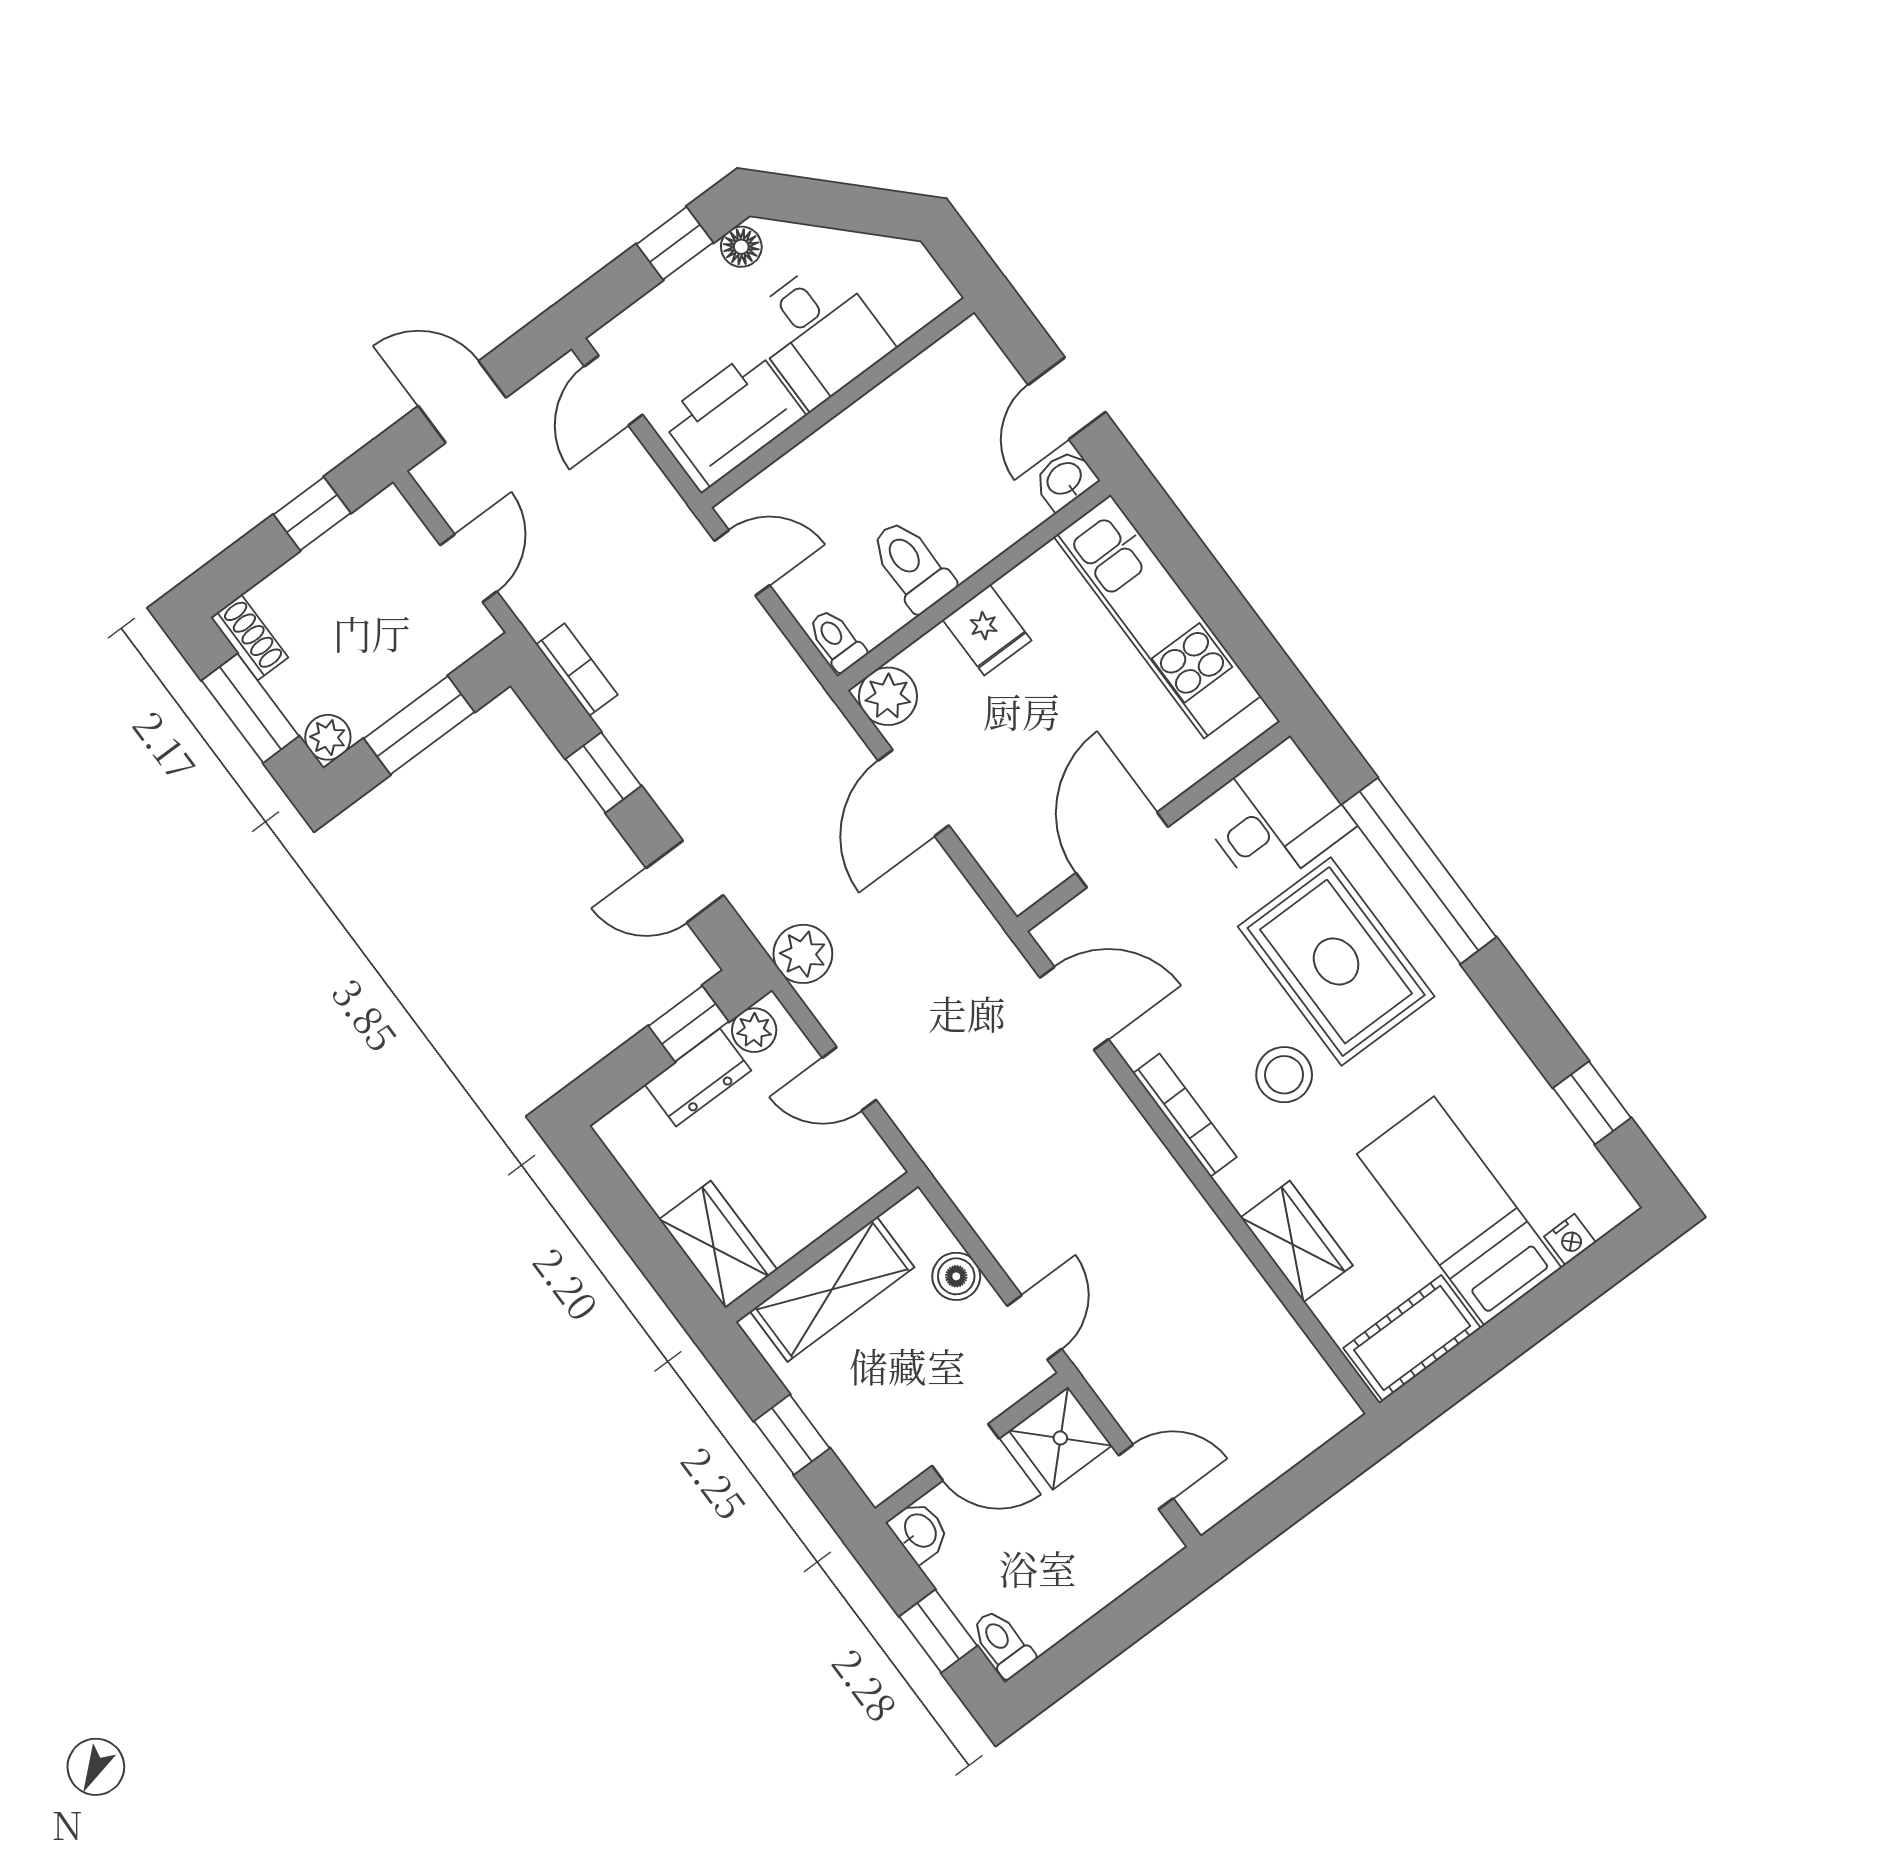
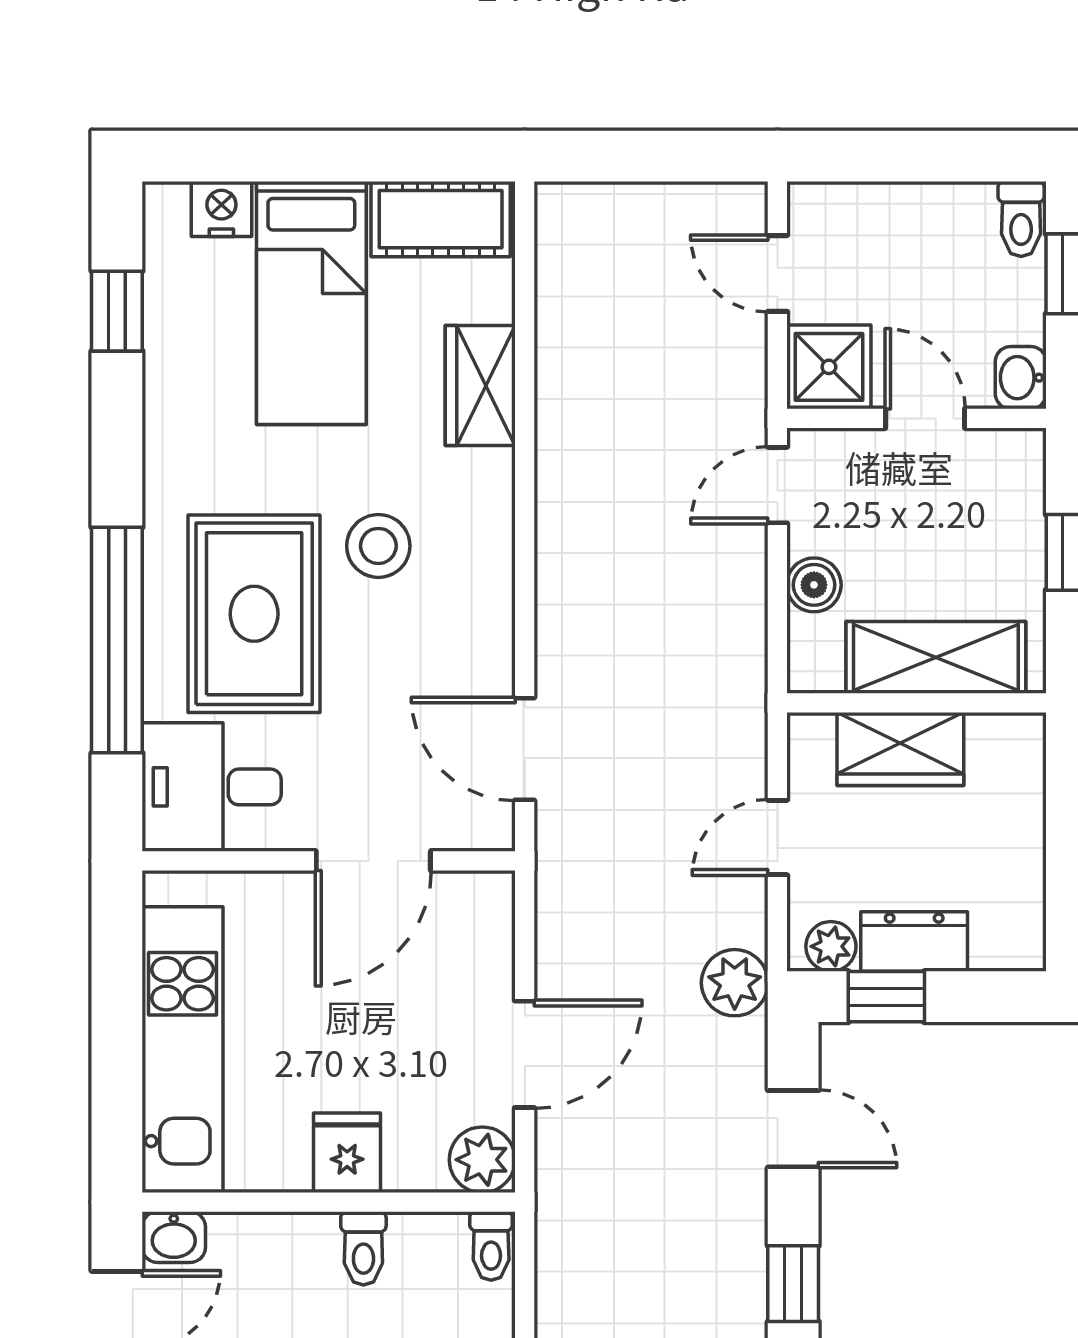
toilet: (912, 566) -> (363, 1248), width x0.73, depth x0.72
door: (849, 1079) -> (777, 837), swing flipped
bookcase: (1185, 1115) -> (496, 577), removed
nightstand: (1570, 1239) -> (221, 209), width x1.39, depth x1.35
wardrobe: (718, 1245) -> (900, 749), moved, turned -90

